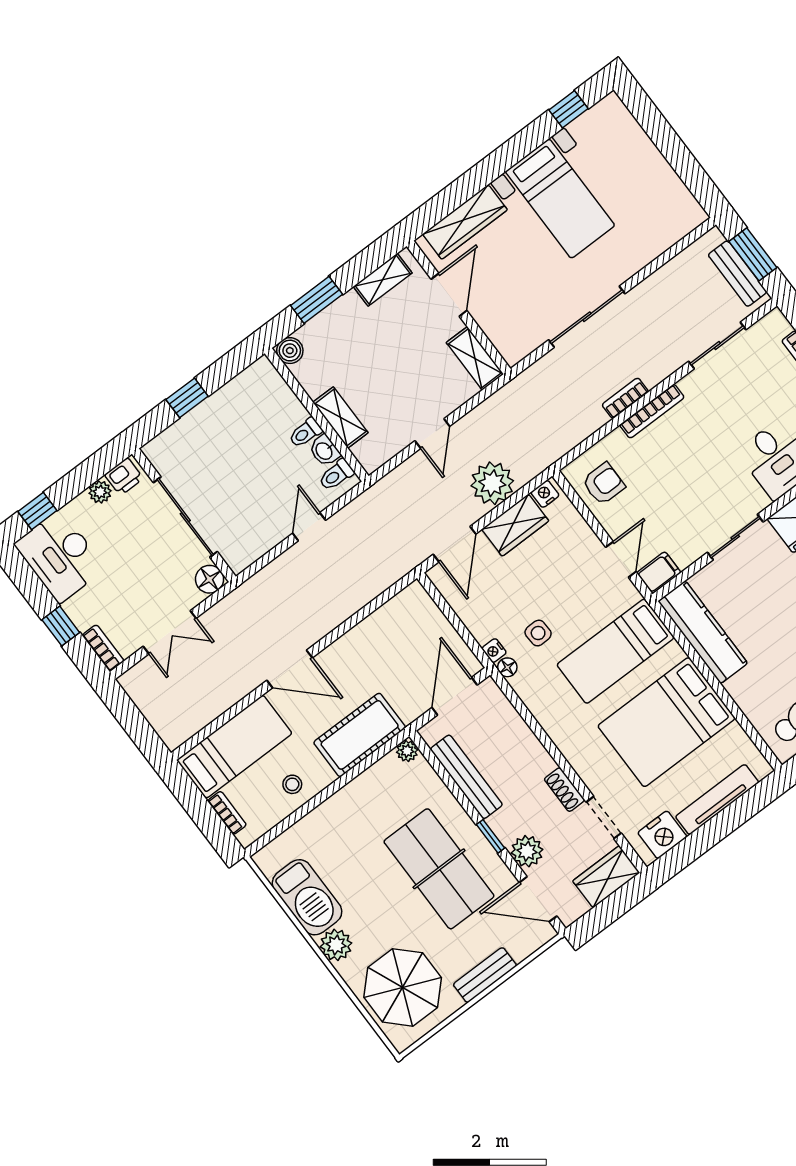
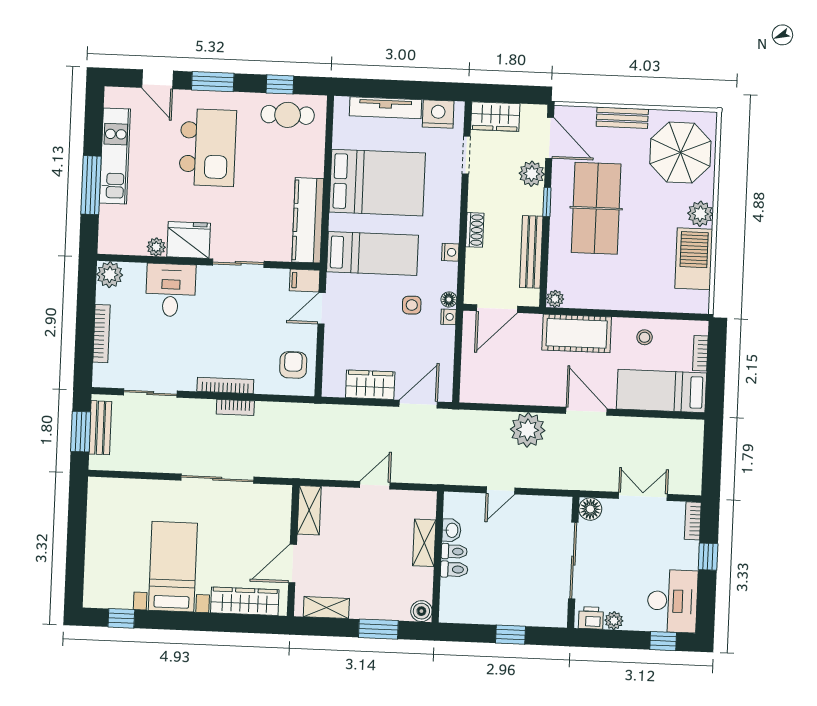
toilet: (336, 475) -> (454, 569), moved
plant: (492, 483) -> (528, 430), moved
armchair: (604, 484) -> (293, 365), turned 90
nightstand: (545, 494) -> (450, 252), moved, turned -90
shoe rack: (564, 790) -> (475, 230), moved

